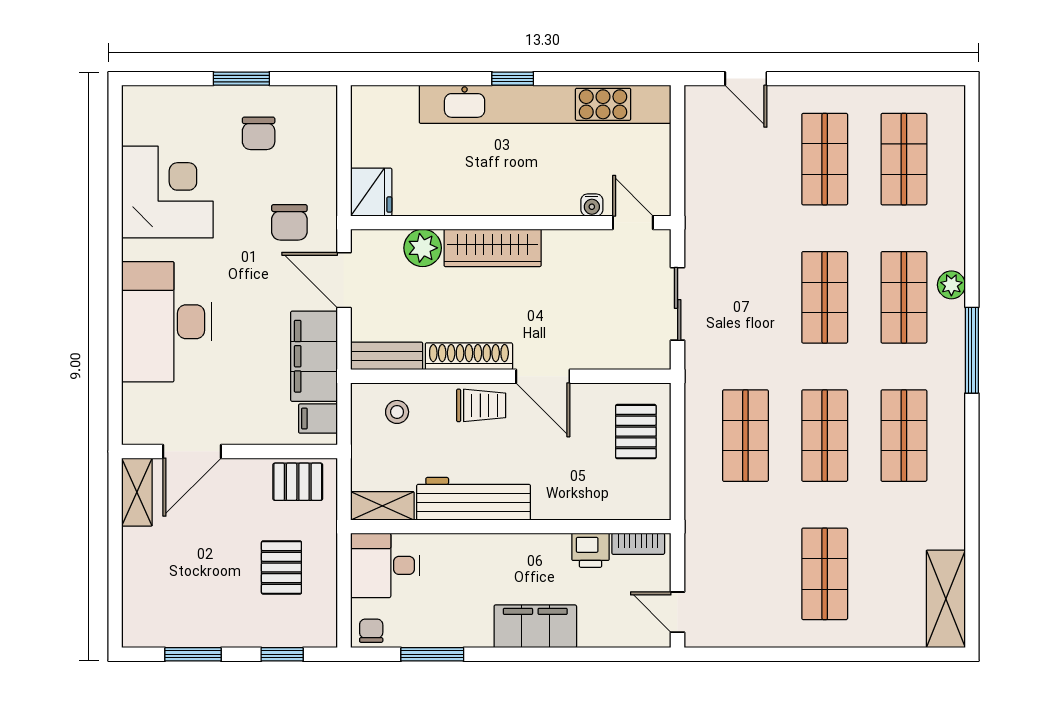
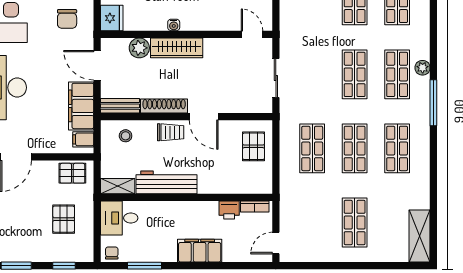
water cooler: (592, 205) -> (174, 25), moved
chair: (289, 222) -> (67, 19), moved
door: (678, 612) -> (276, 243), hinge flipped

